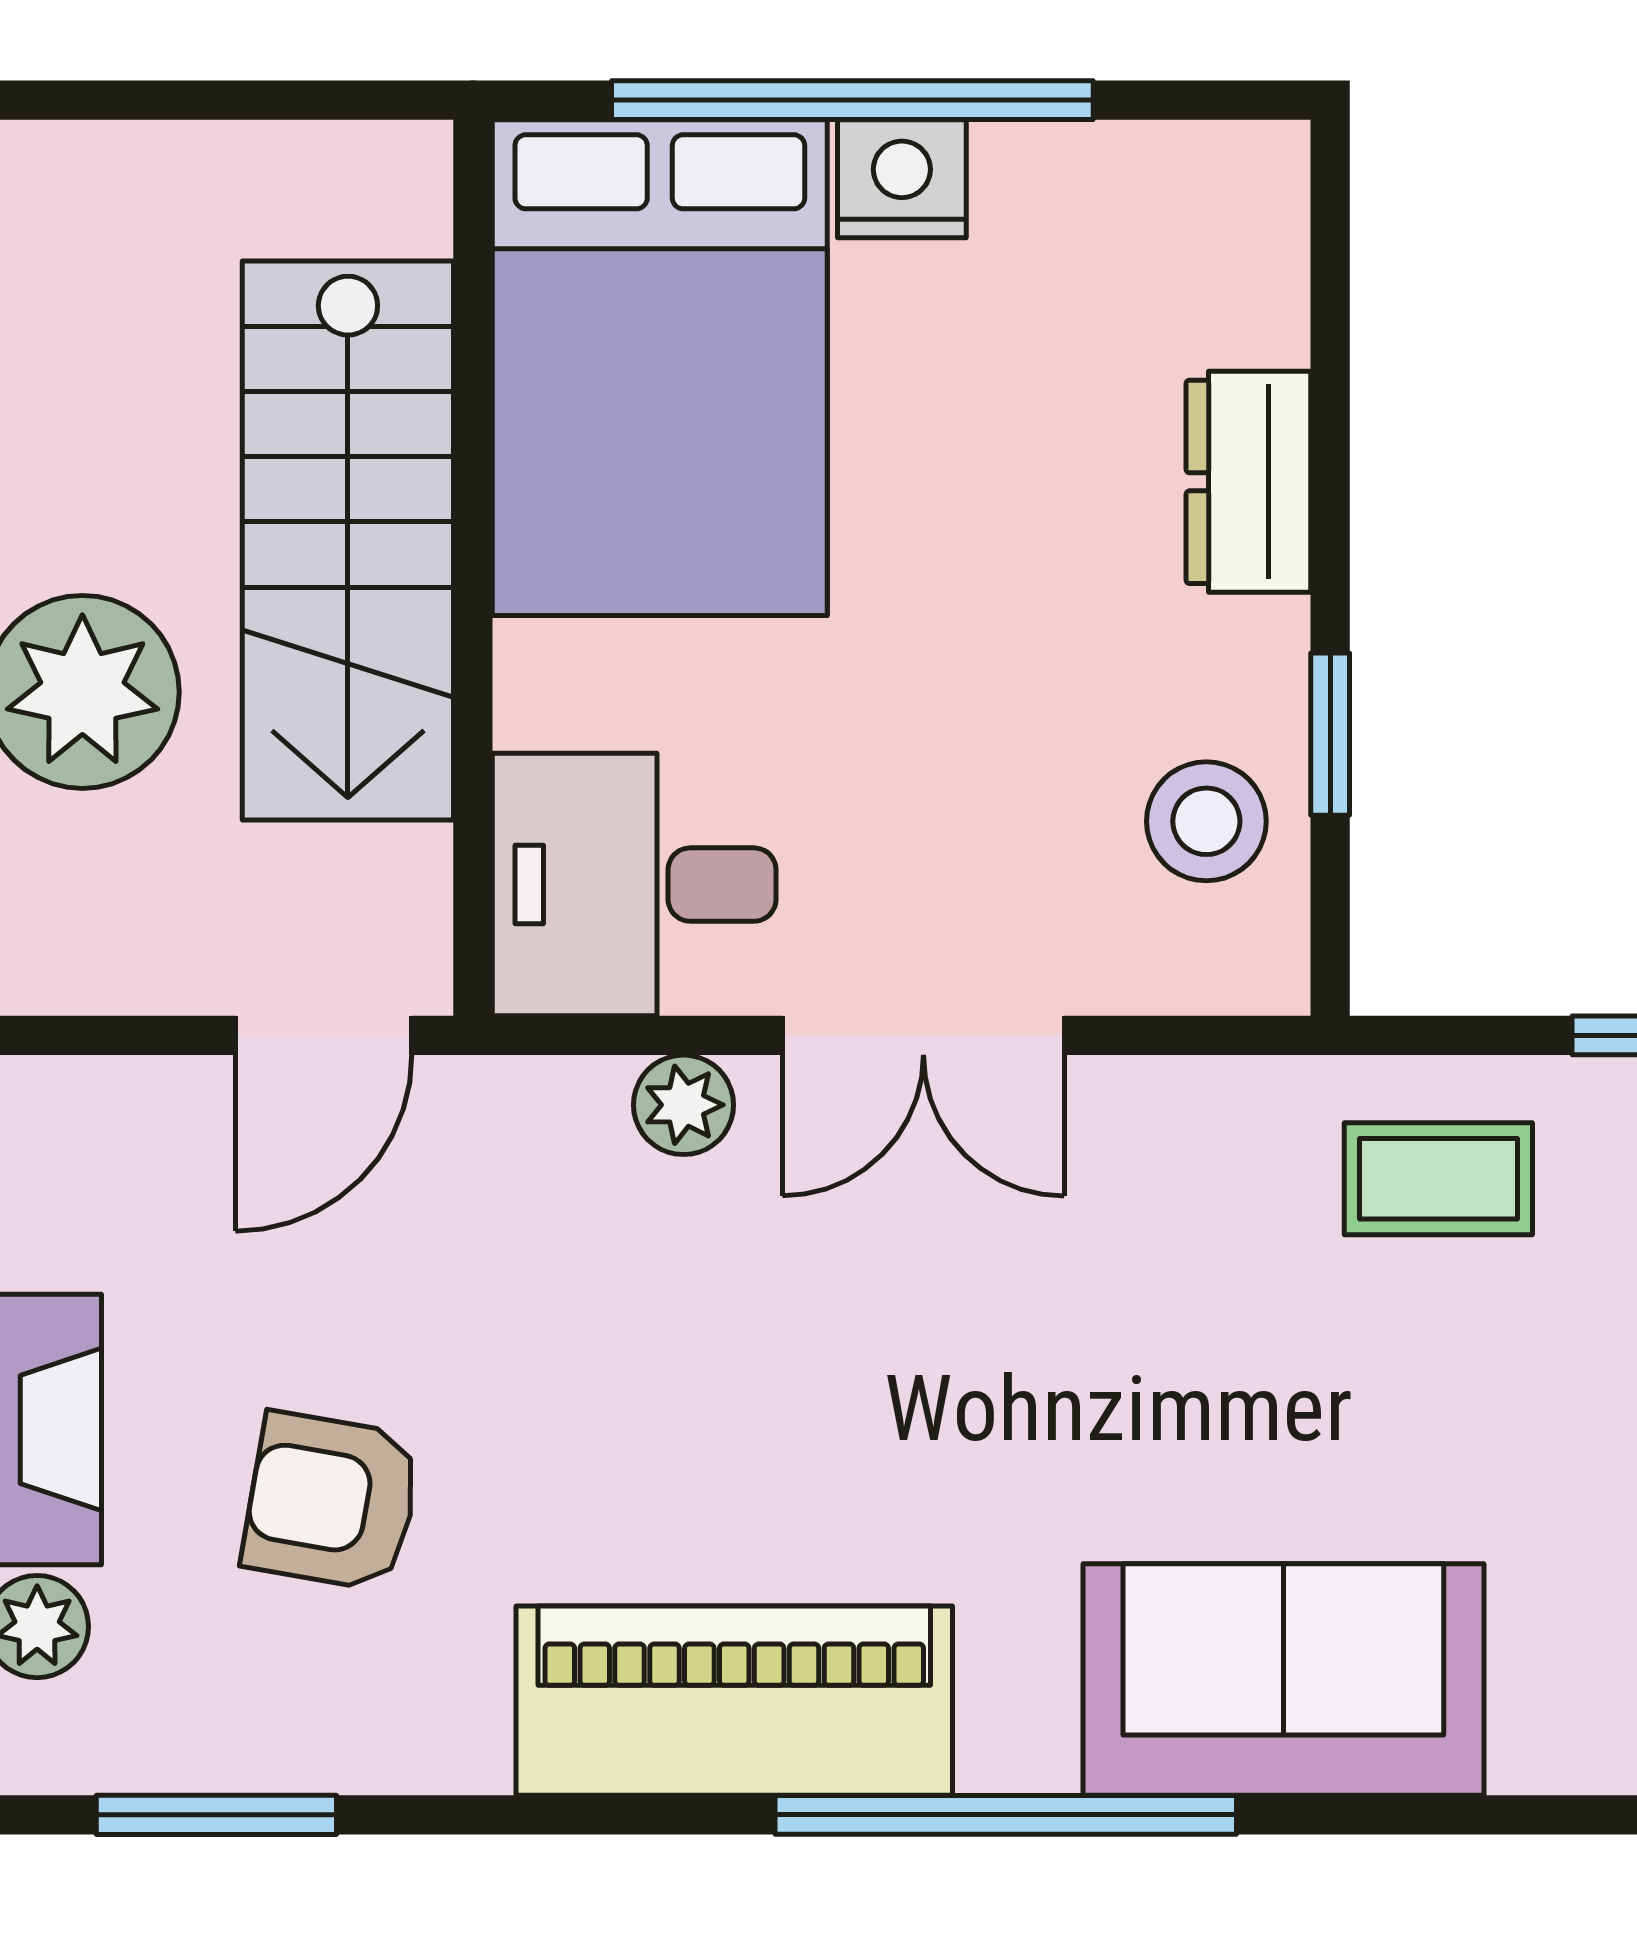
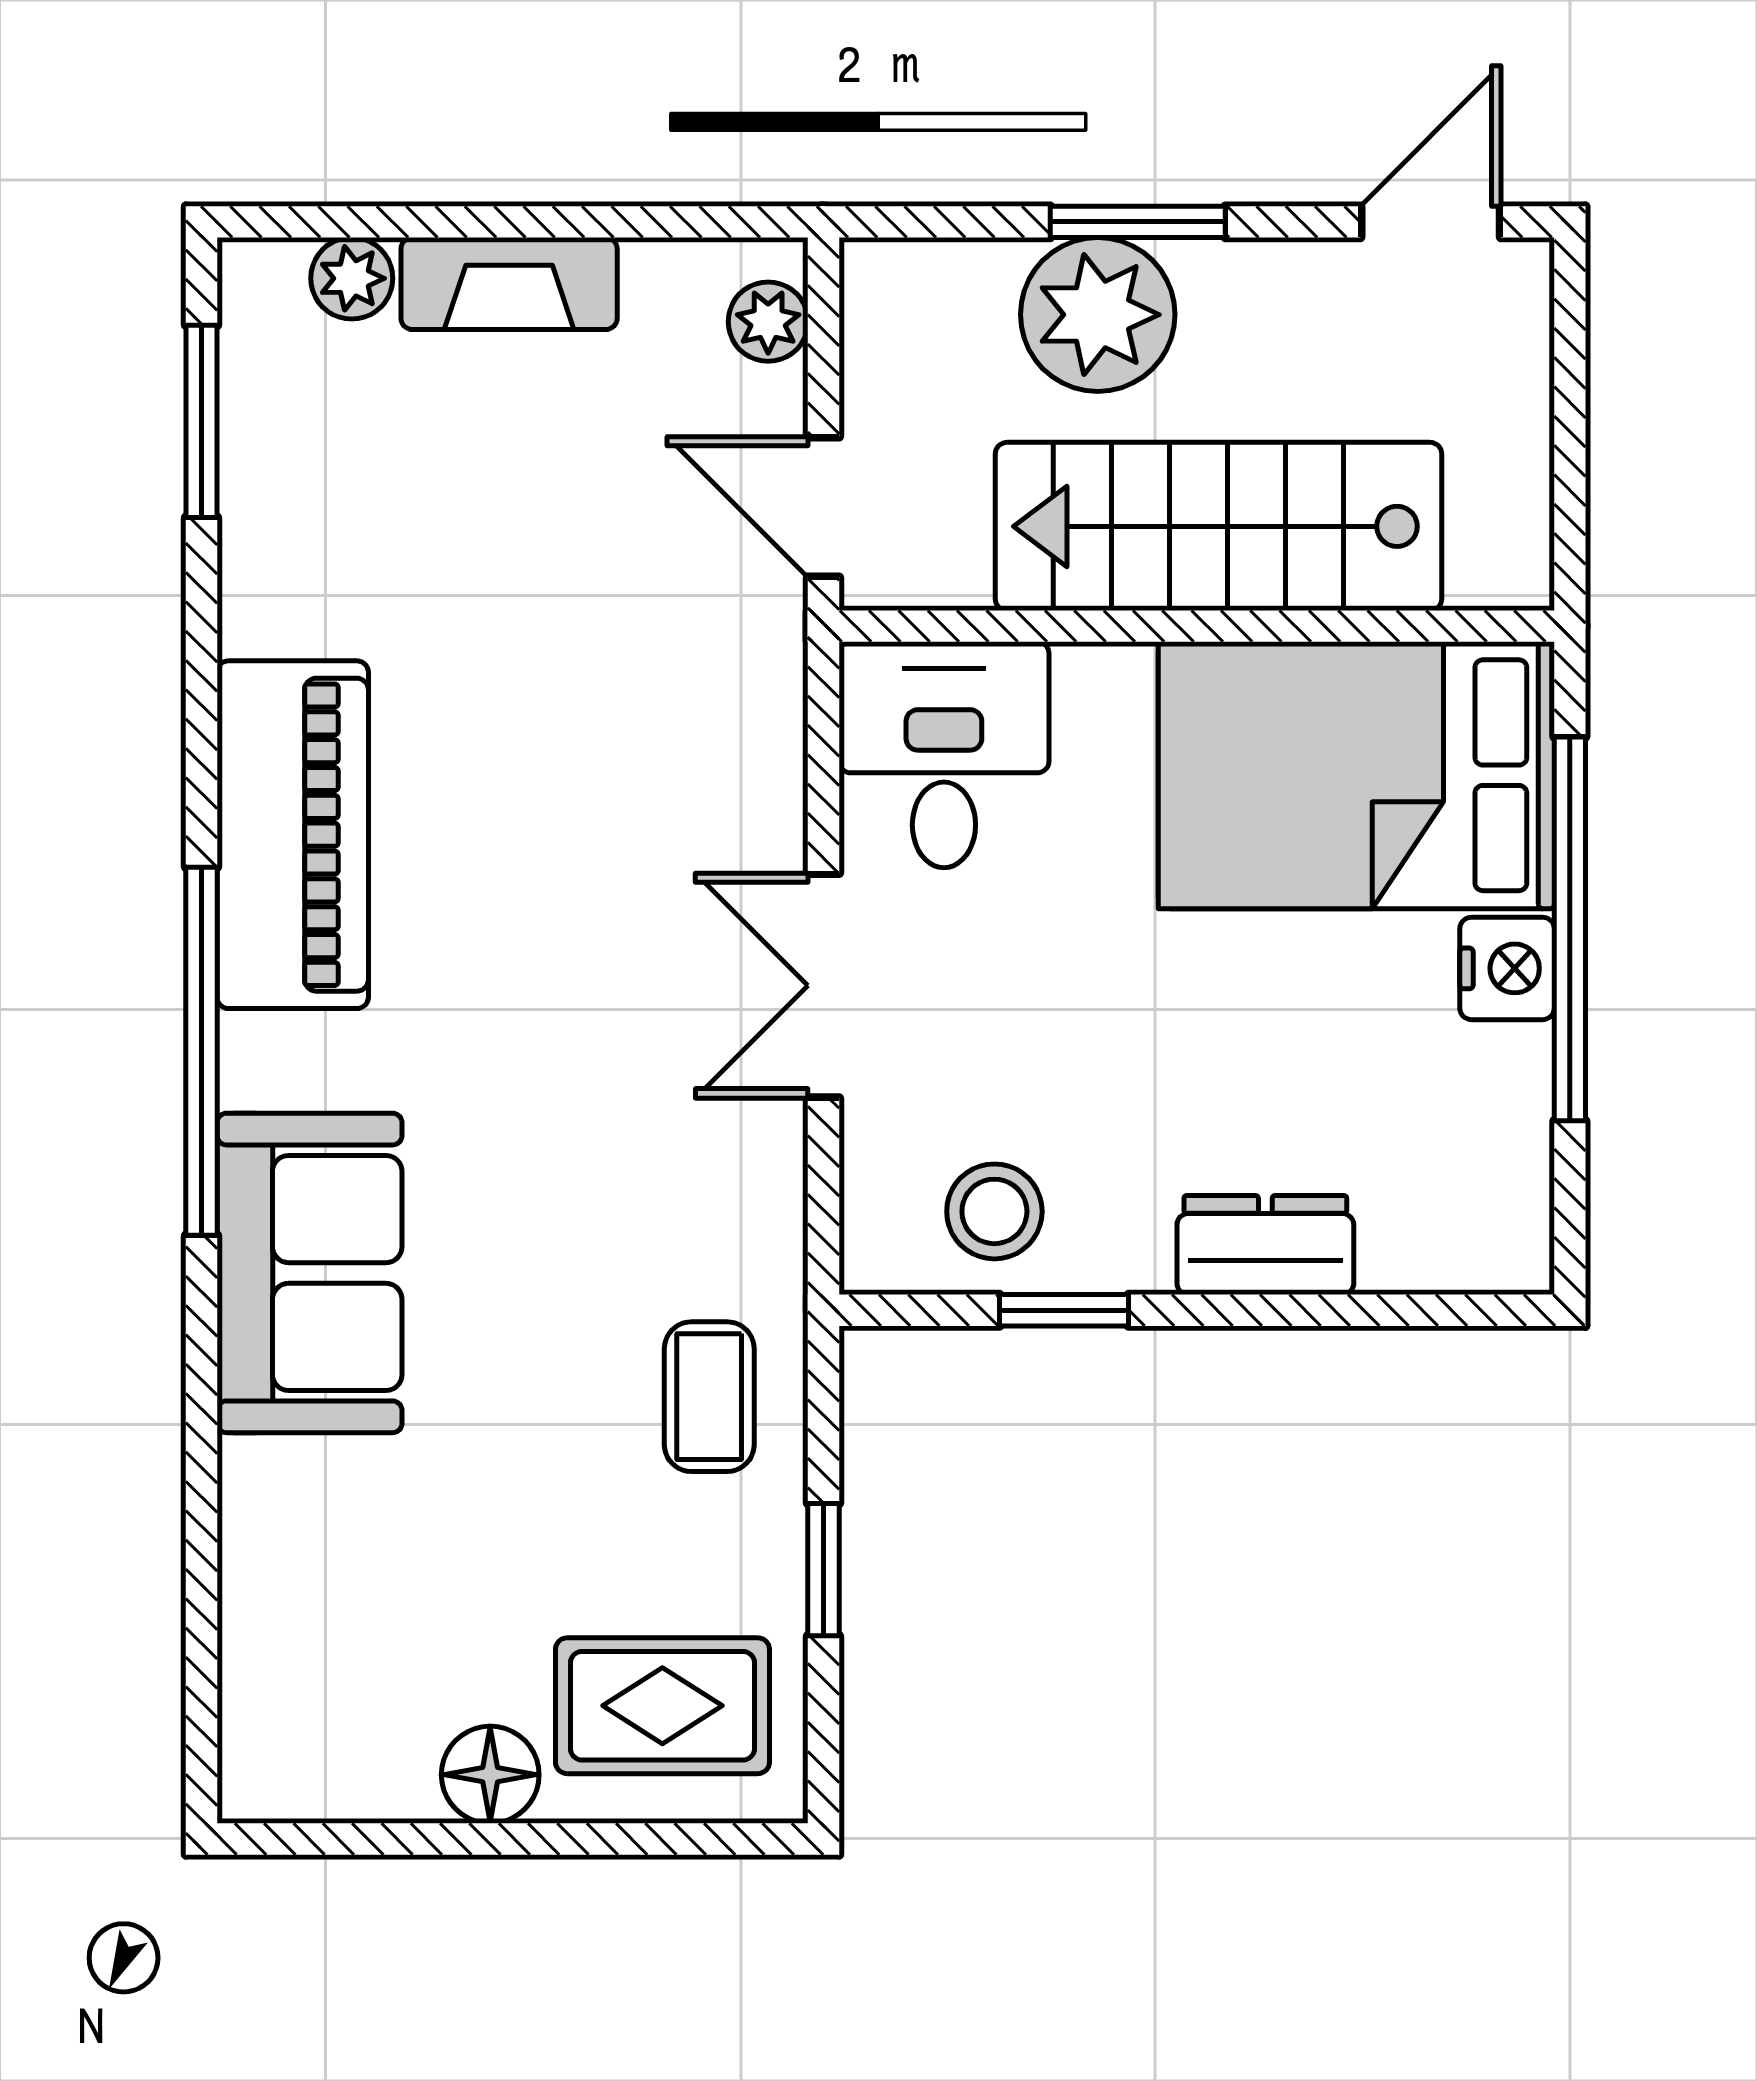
plant: (684, 1105) -> (768, 322), moved
armchair: (332, 1501) -> (452, 513), removed

